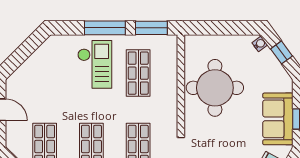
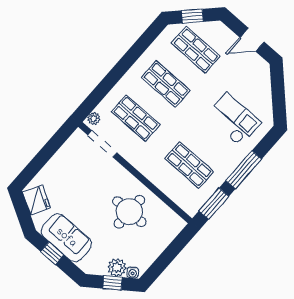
plant: (267, 59) -> (117, 268), added
checkout: (95, 64) -> (233, 119), moved, turned 180
round table: (215, 88) -> (129, 212), width x0.73, depth x0.73

